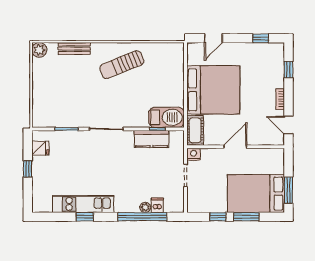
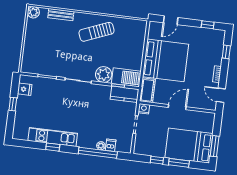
plant: (137, 117) -> (104, 75), added
kitchen counter: (152, 139) -> (124, 94), moved

